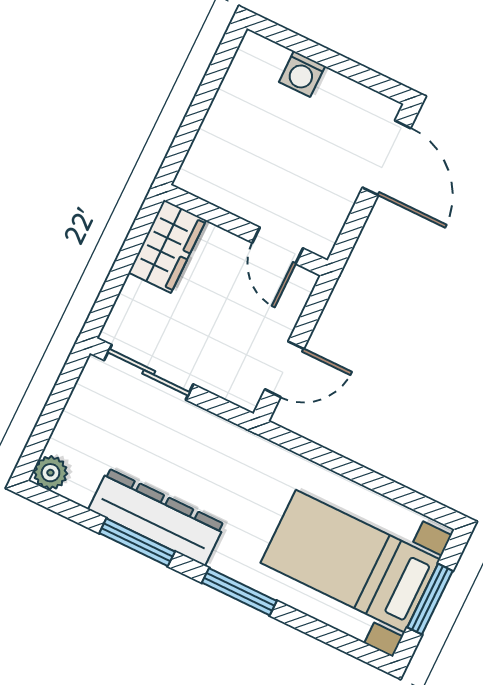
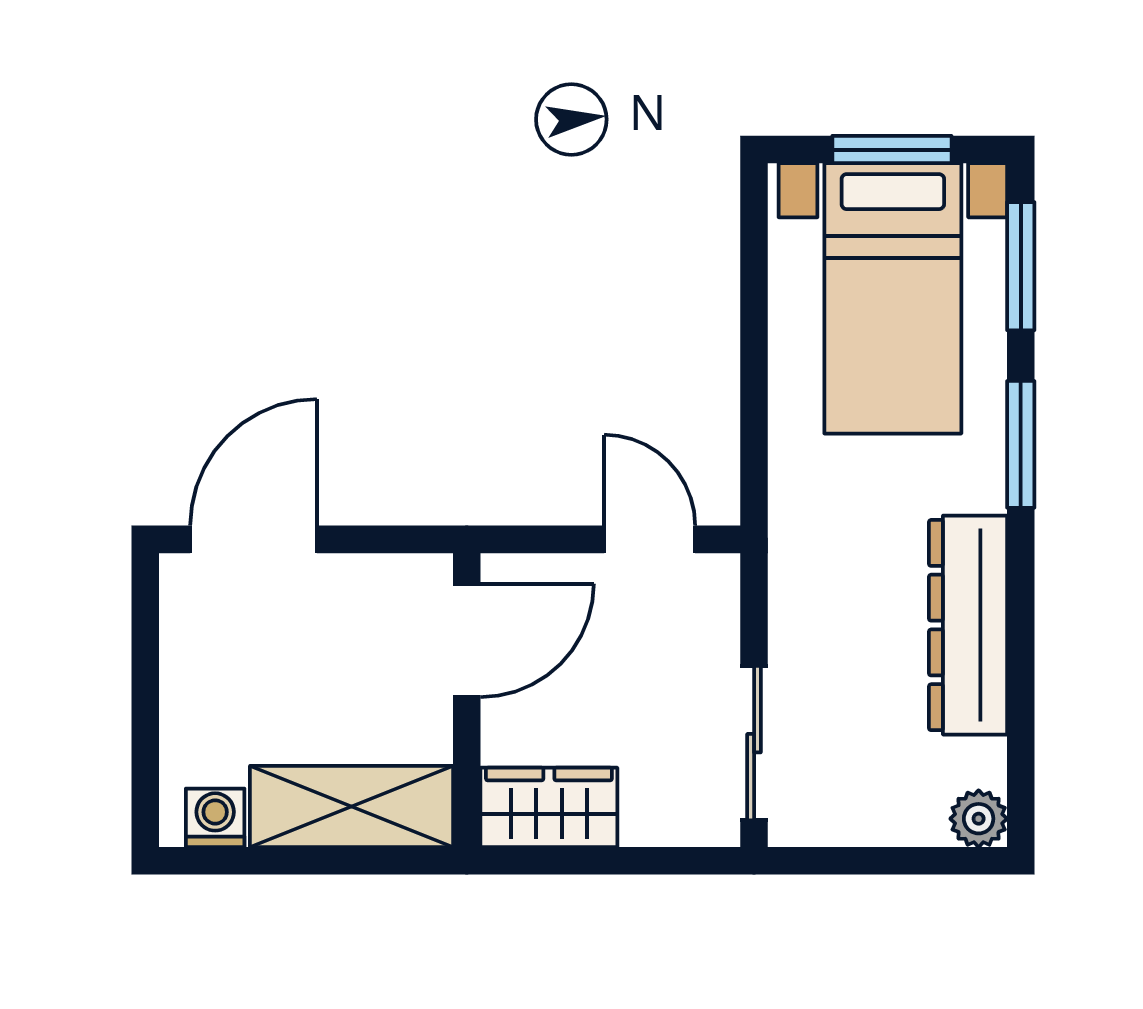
washing machine: (302, 74) -> (215, 818), moved, turned -90
shelving: (219, 141) -> (351, 806), added
door: (278, 246) -> (467, 640), width x1.38
window: (137, 542) -> (1021, 266), moved

